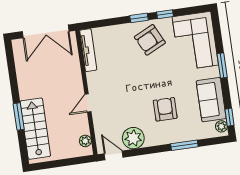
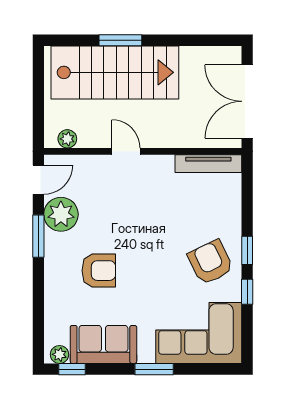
stairs: (35, 129) -> (115, 72), width x1.36, depth x1.51
window: (184, 145) -> (38, 236), moved

